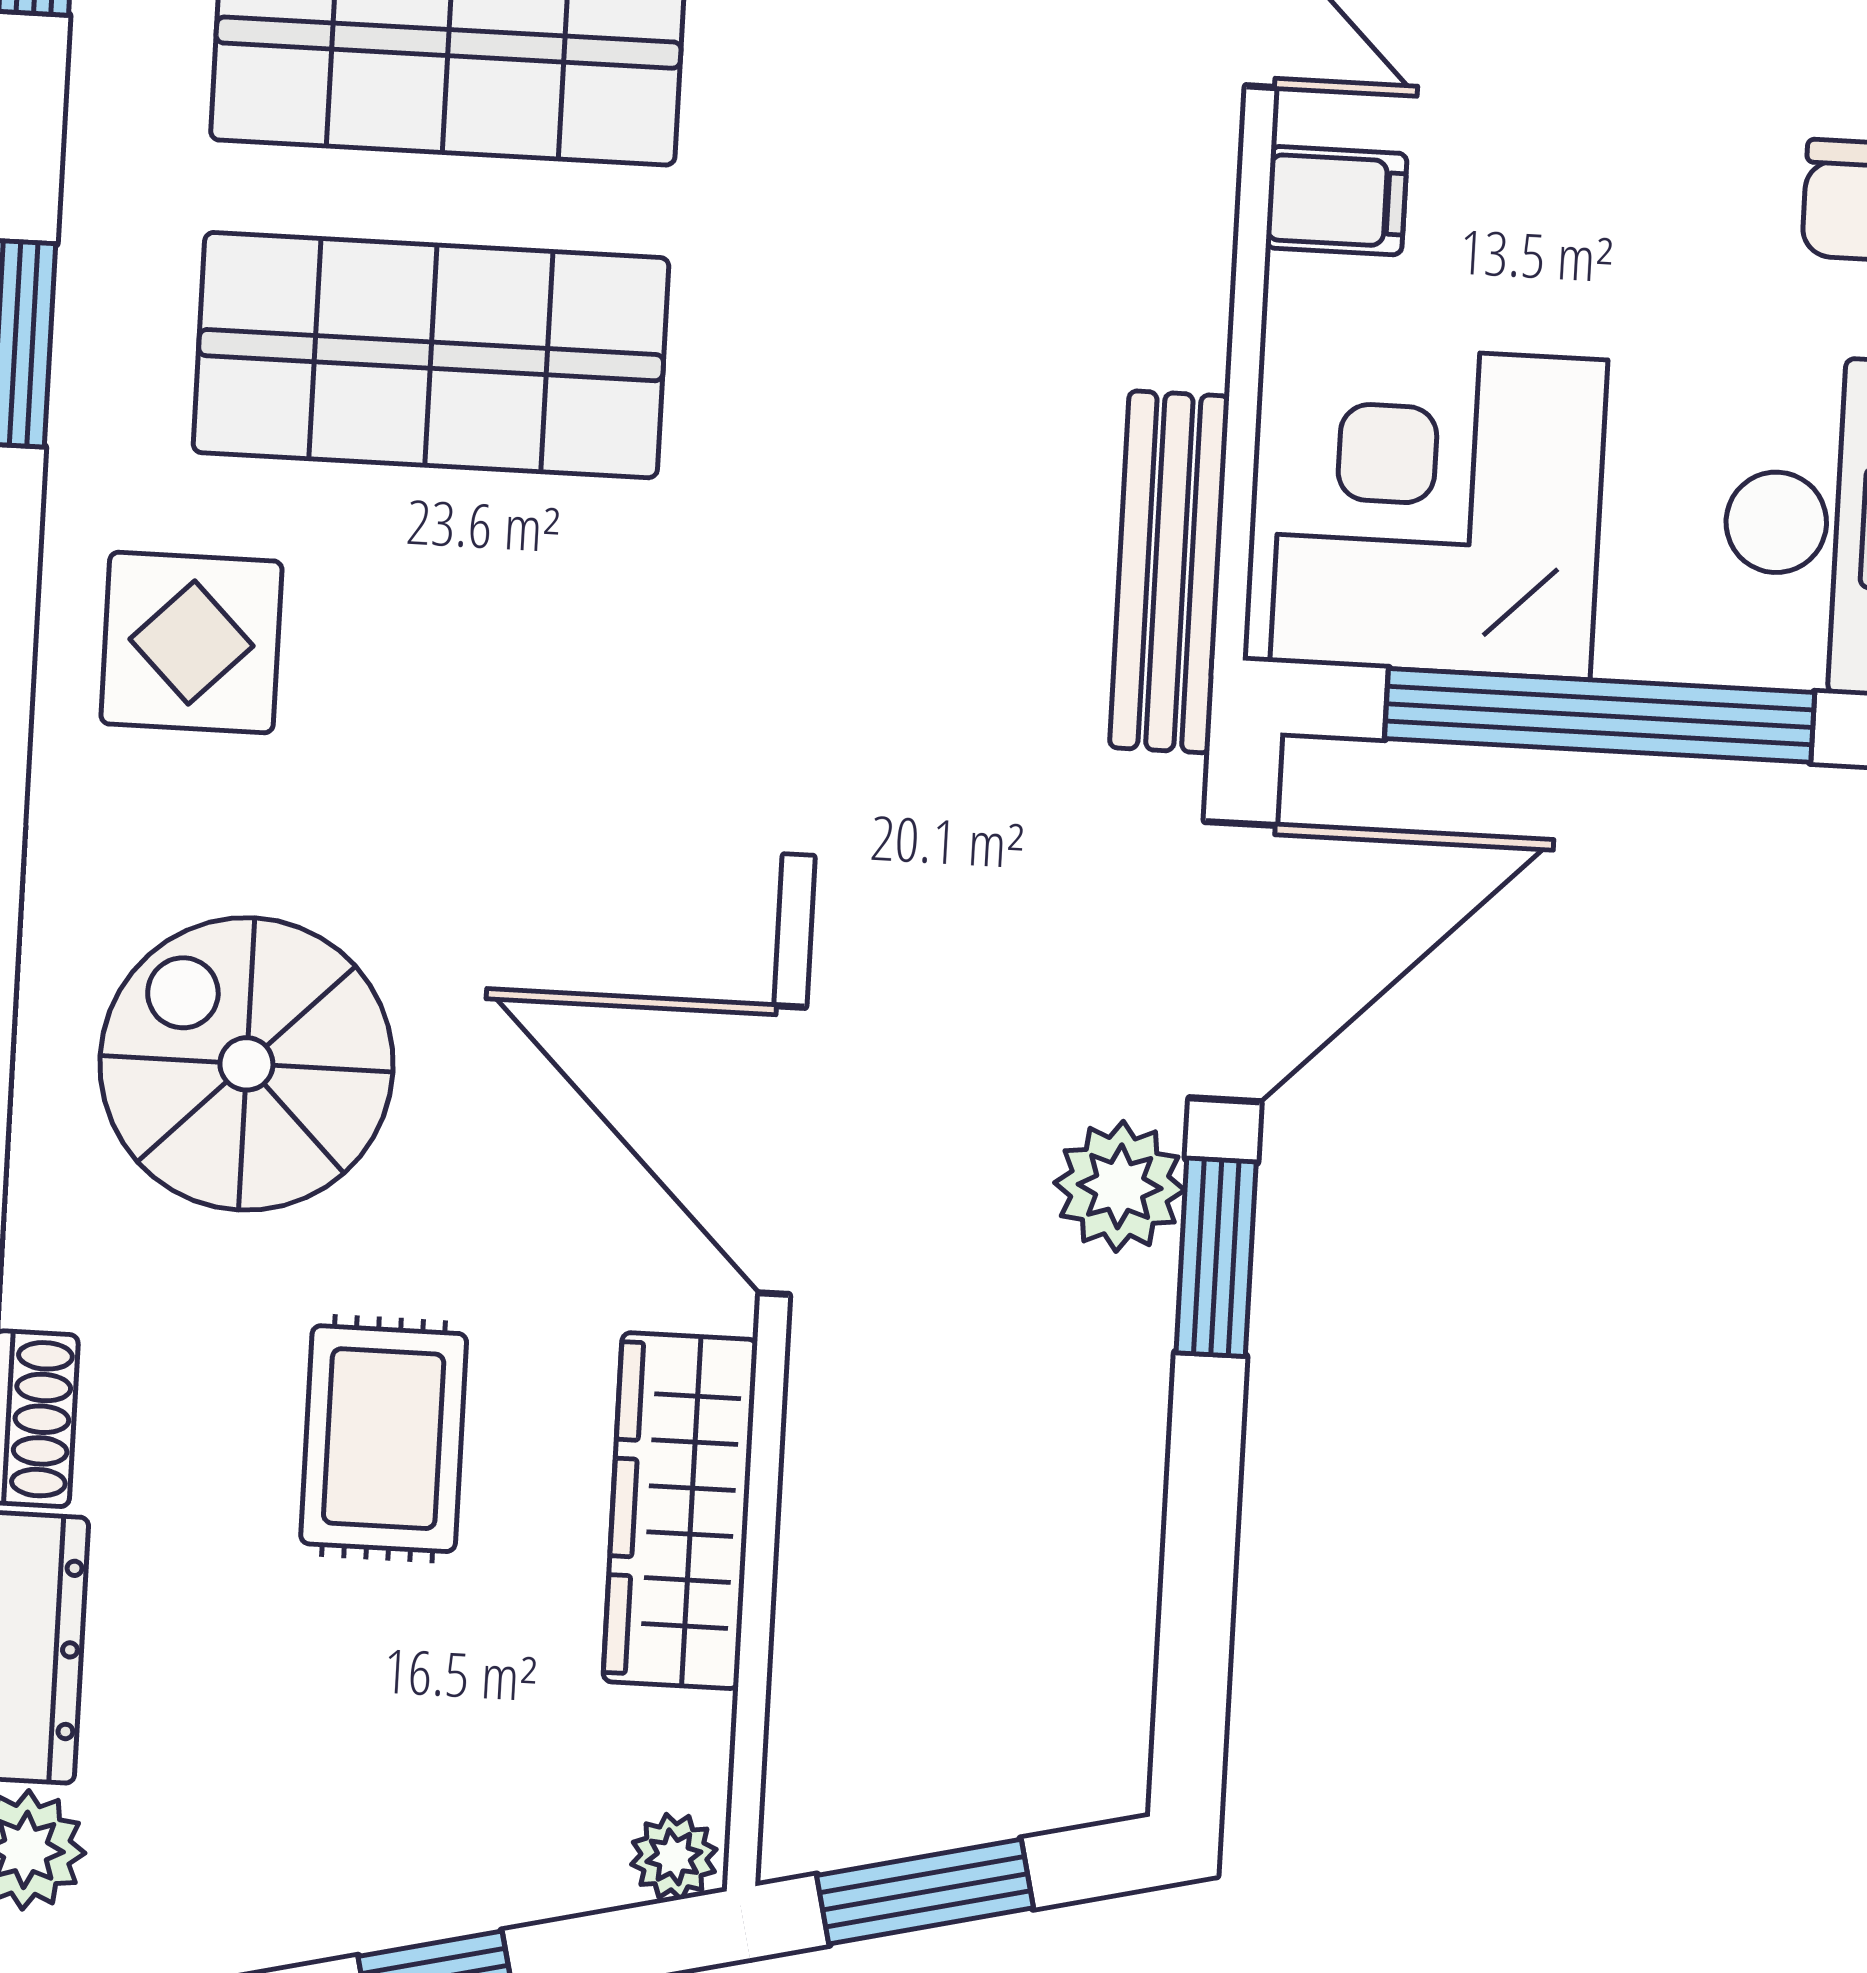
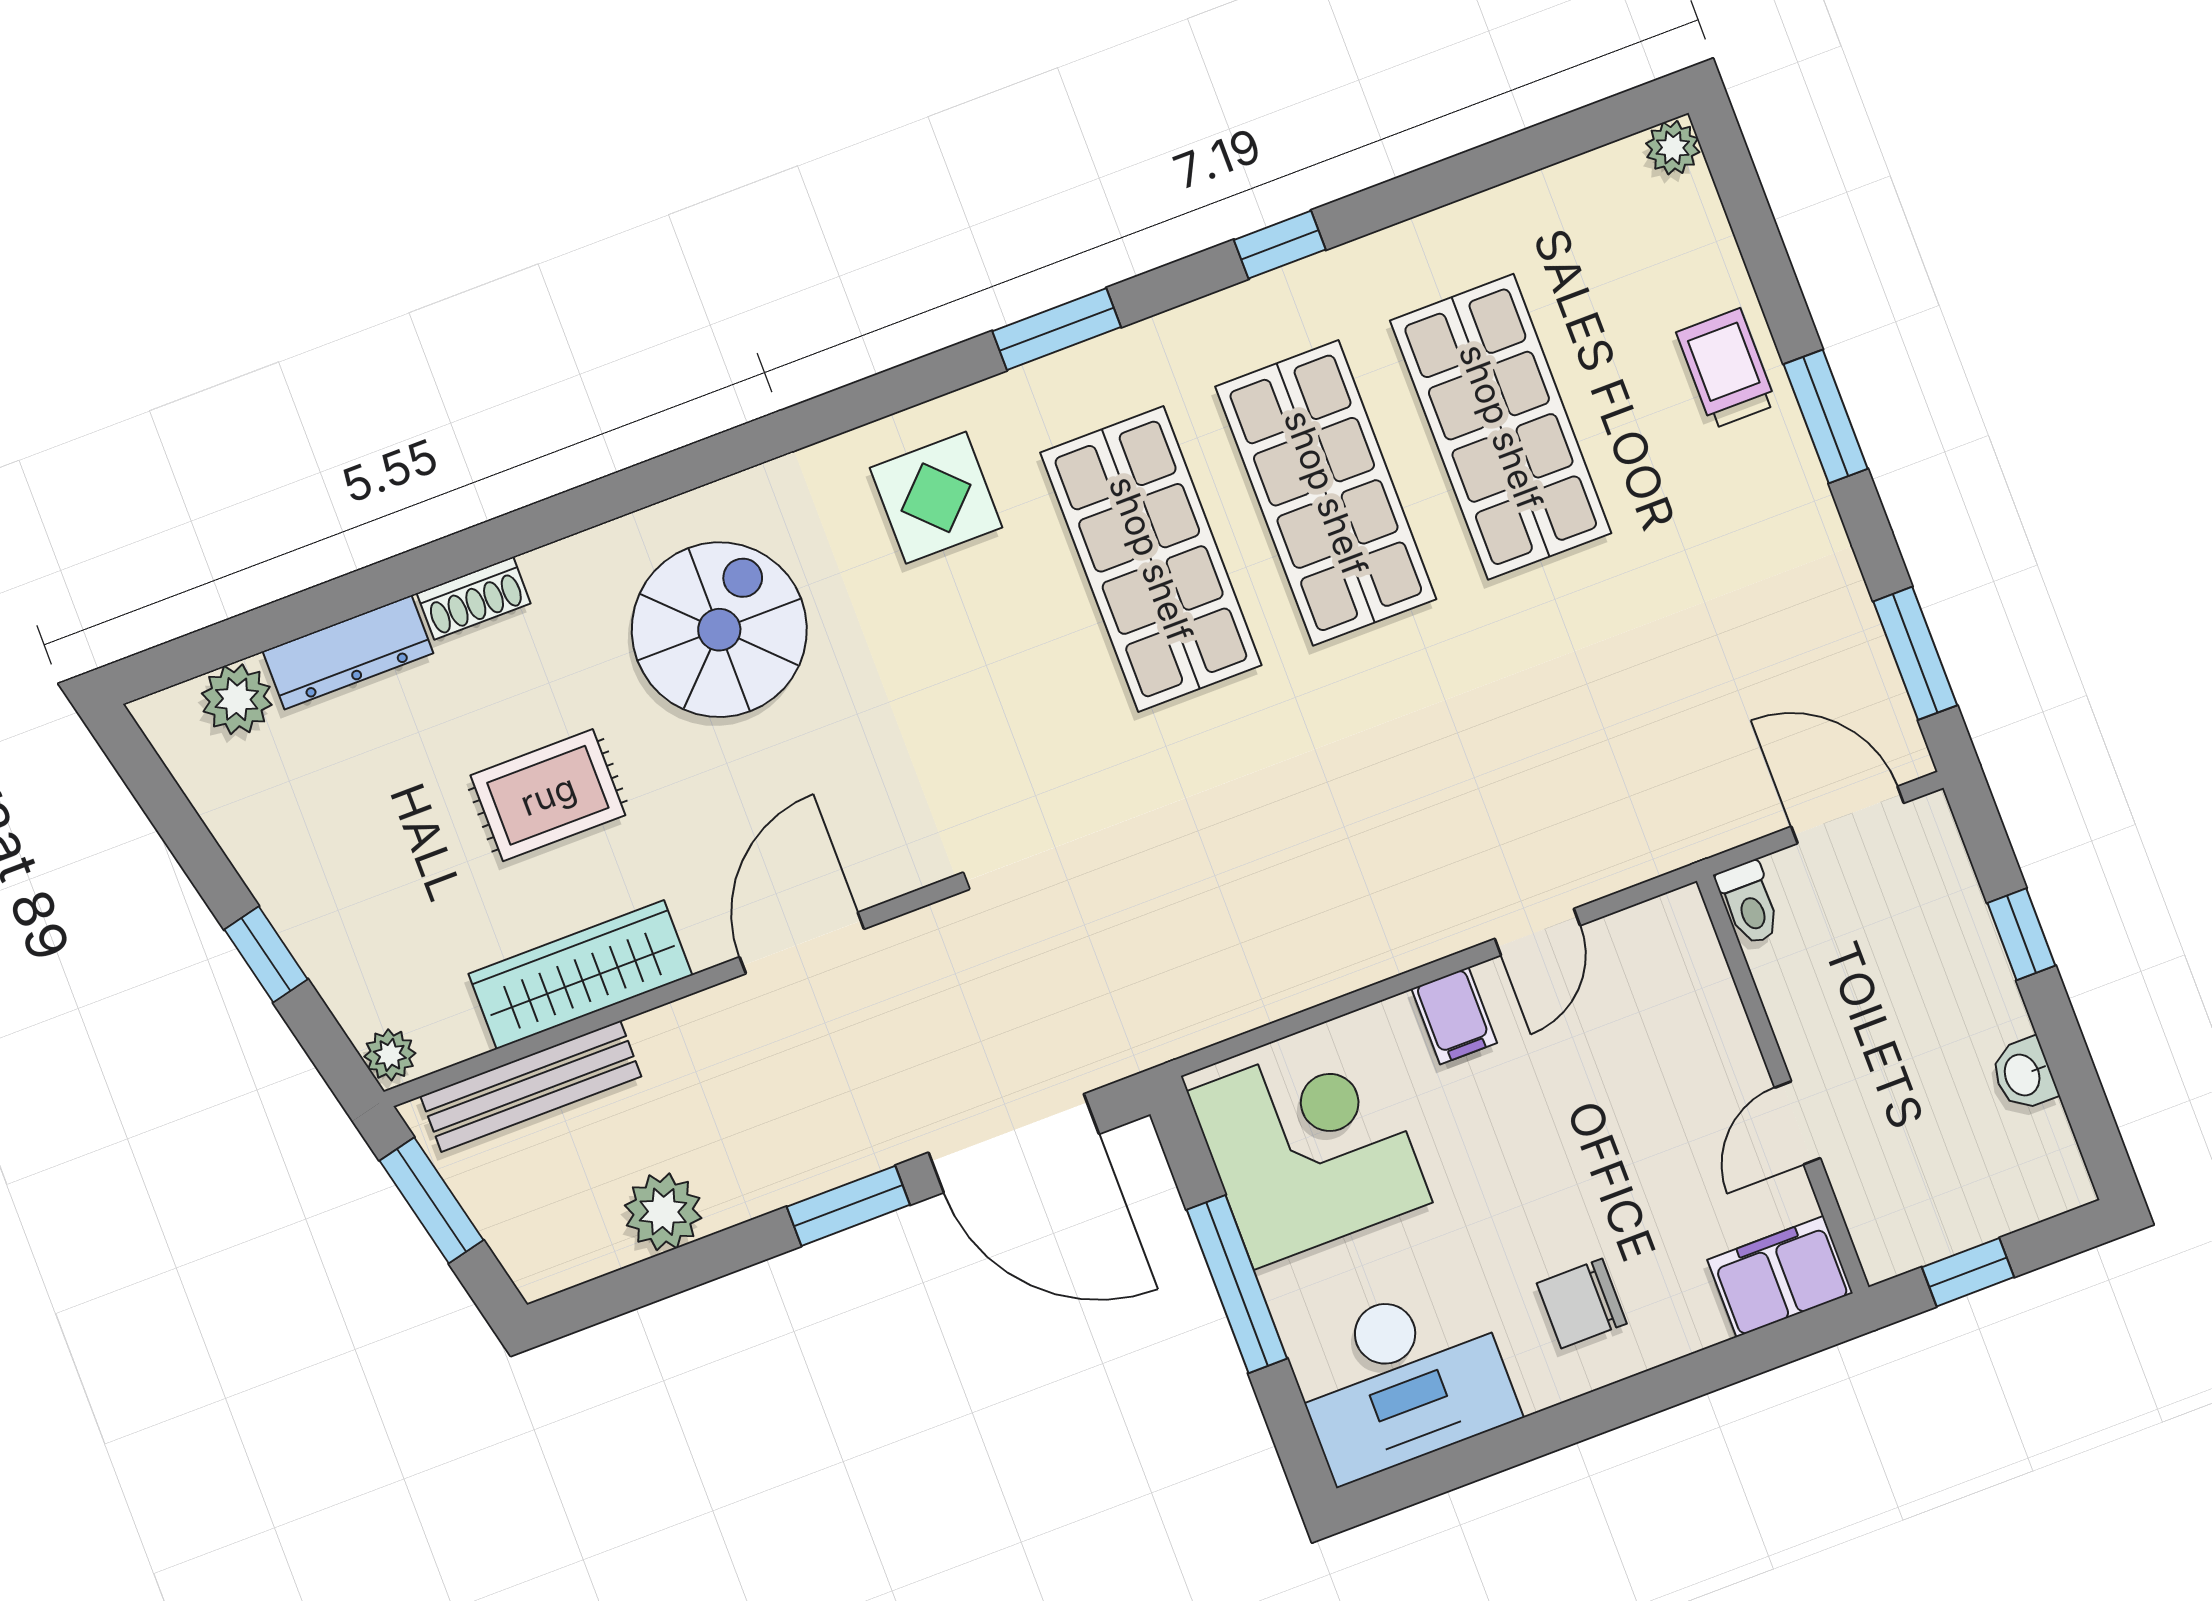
bench: (1169, 572) -> (531, 1086), moved
window: (1600, 715) -> (1237, 1284), width x0.68
door: (782, 1150) -> (802, 943), width x0.73
plant: (1120, 1186) -> (663, 1212), moved

